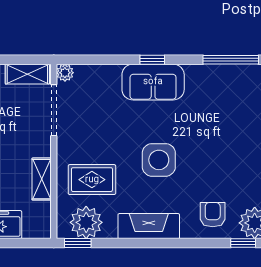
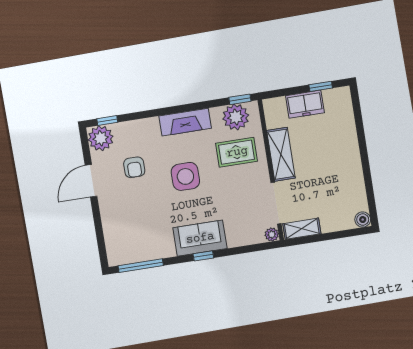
shelving: (42, 179) -> (281, 154), width x1.50, depth x1.33
armchair: (213, 215) -> (134, 167), moved

